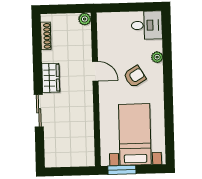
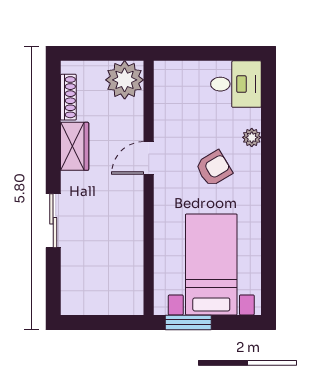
plant: (85, 19) -> (125, 80), width x1.88, depth x1.88
door: (95, 71) -> (149, 158), swing flipped
wardrobe: (51, 78) -> (75, 146), moved

